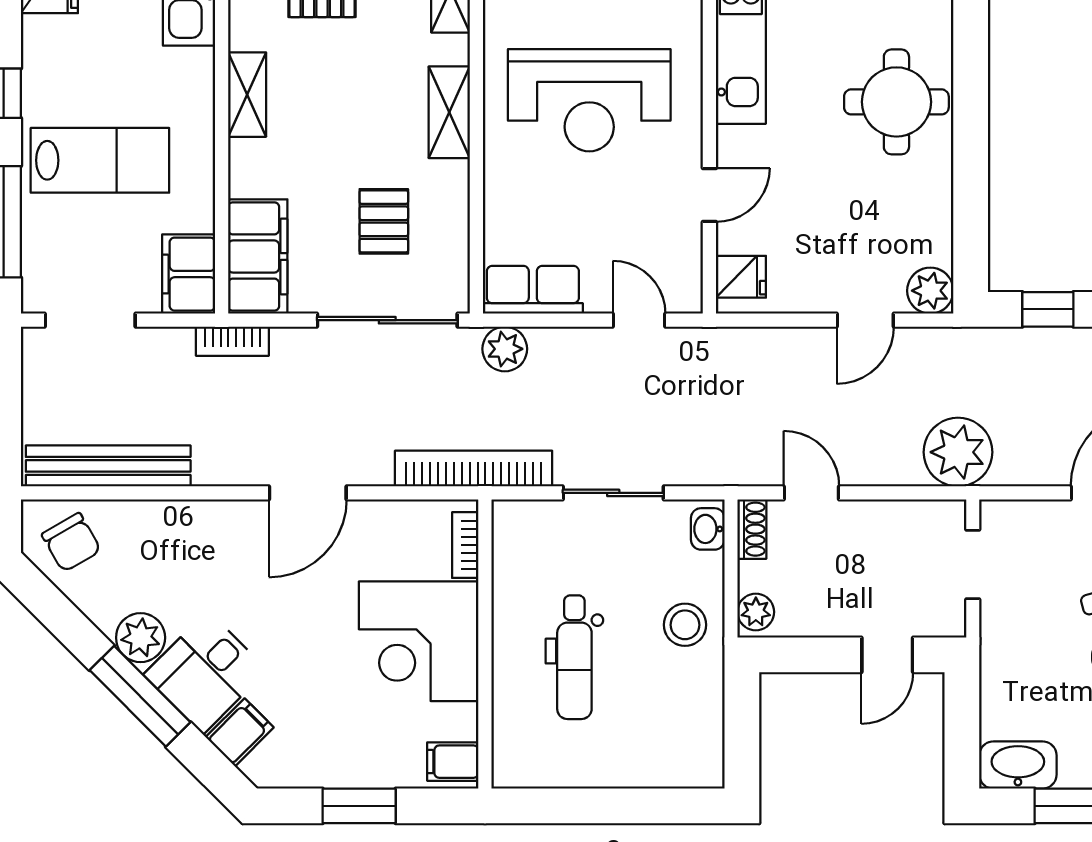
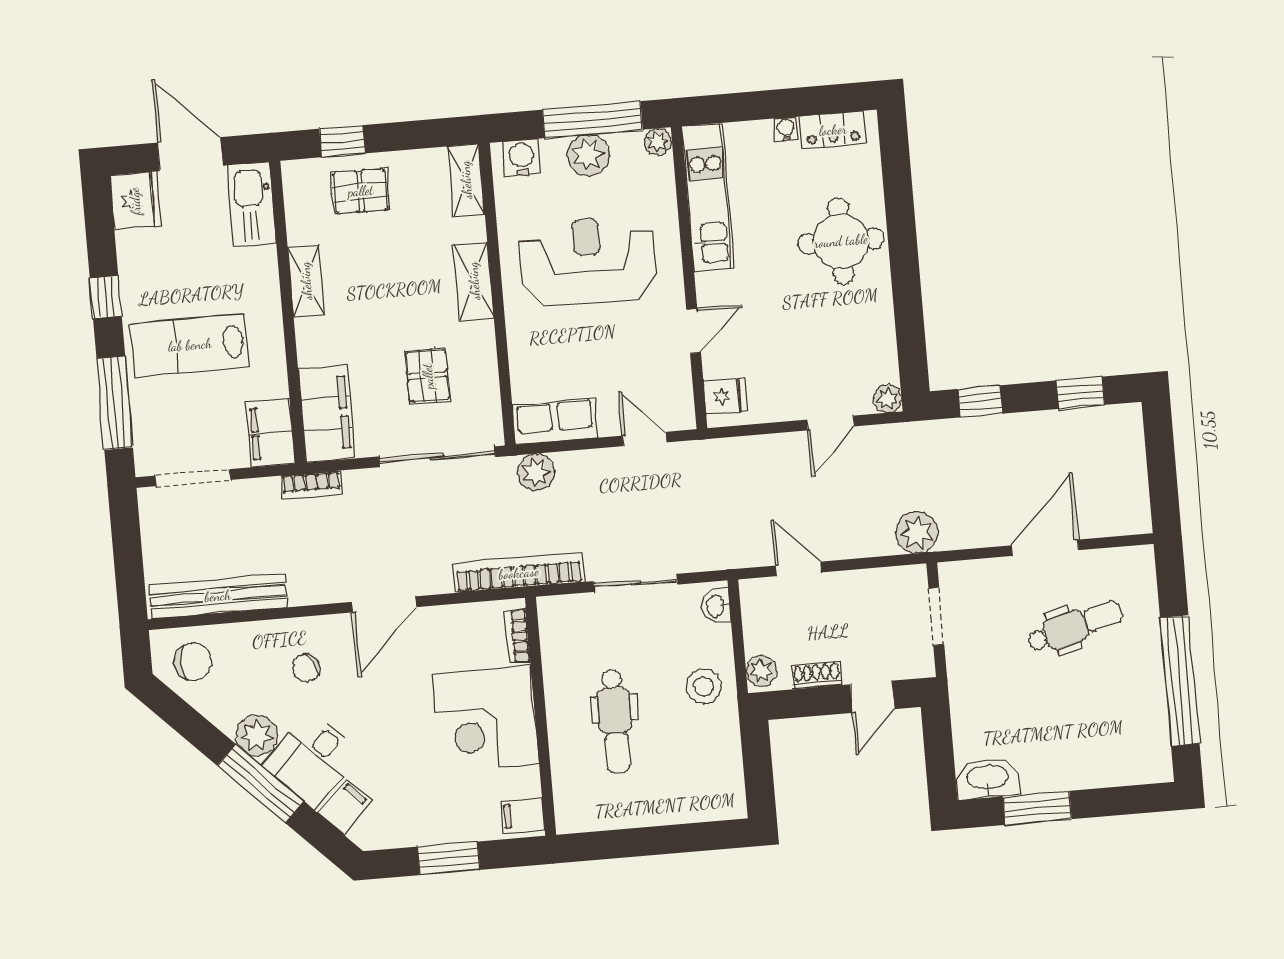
reception desk: (589, 100) -> (588, 262), turned 180
lab bench: (100, 160) -> (190, 345), turned 180
plant: (930, 291) -> (888, 399), width x0.73, depth x0.73
plant: (958, 452) -> (917, 533), width x0.73, depth x0.73
shoe rack: (752, 529) -> (816, 675), moved, turned -90
chair: (71, 542) -> (193, 662), turned -60
chair: (207, 562) -> (306, 668), added

